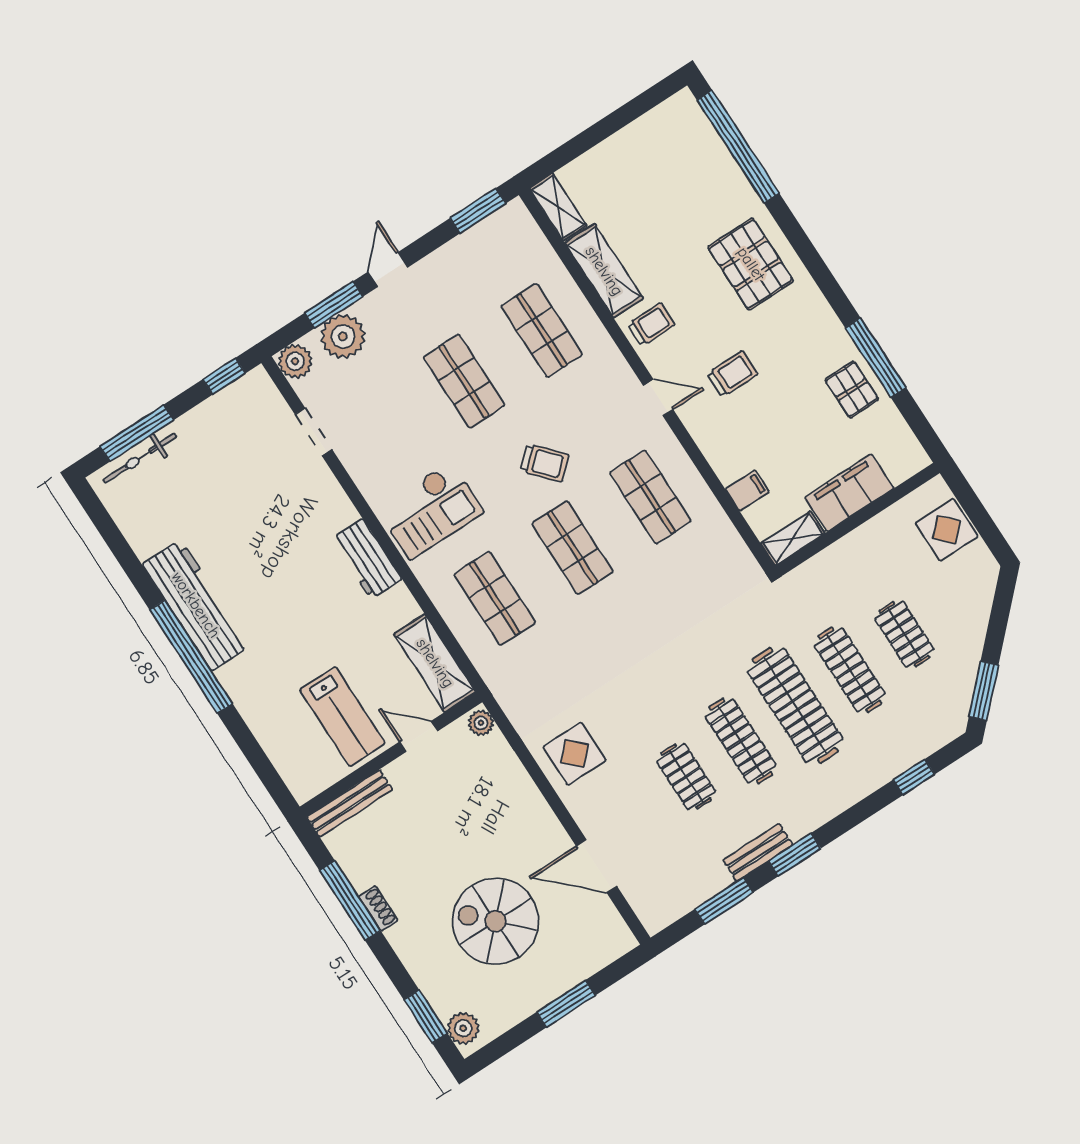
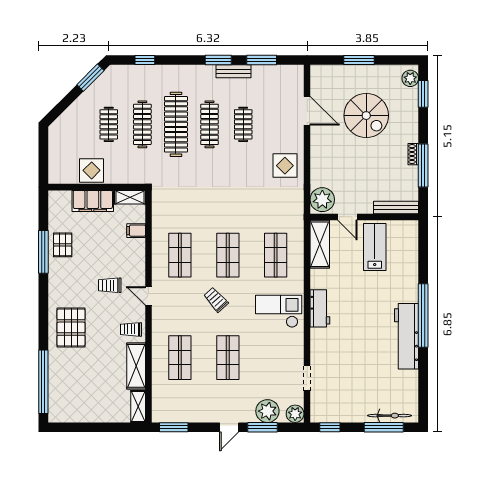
display table: (947, 530) -> (92, 170), moved
plant: (481, 723) -> (322, 200), width x1.88, depth x1.88

